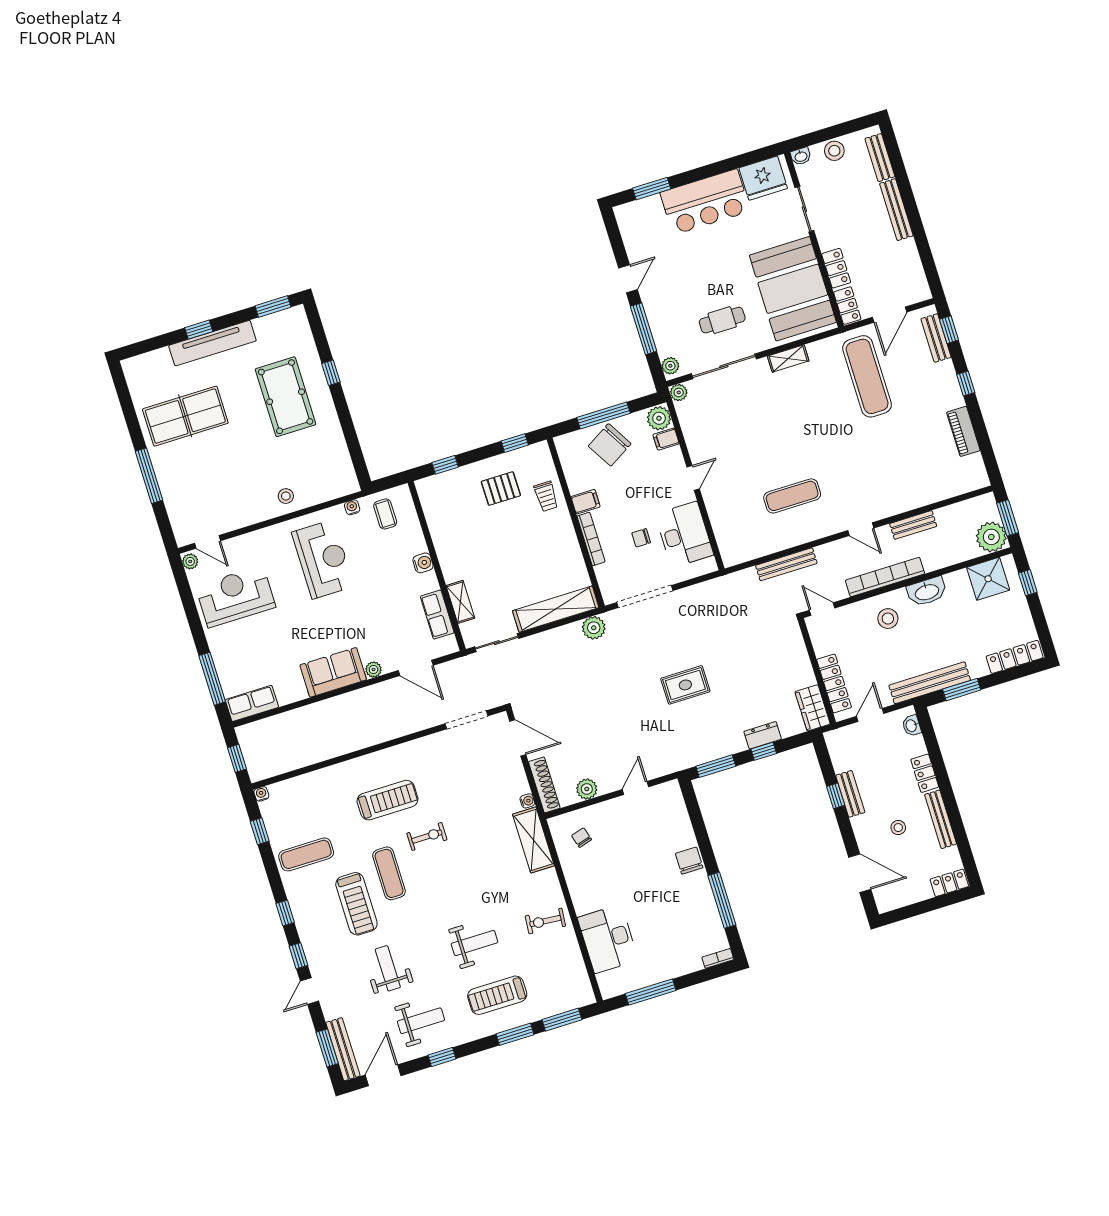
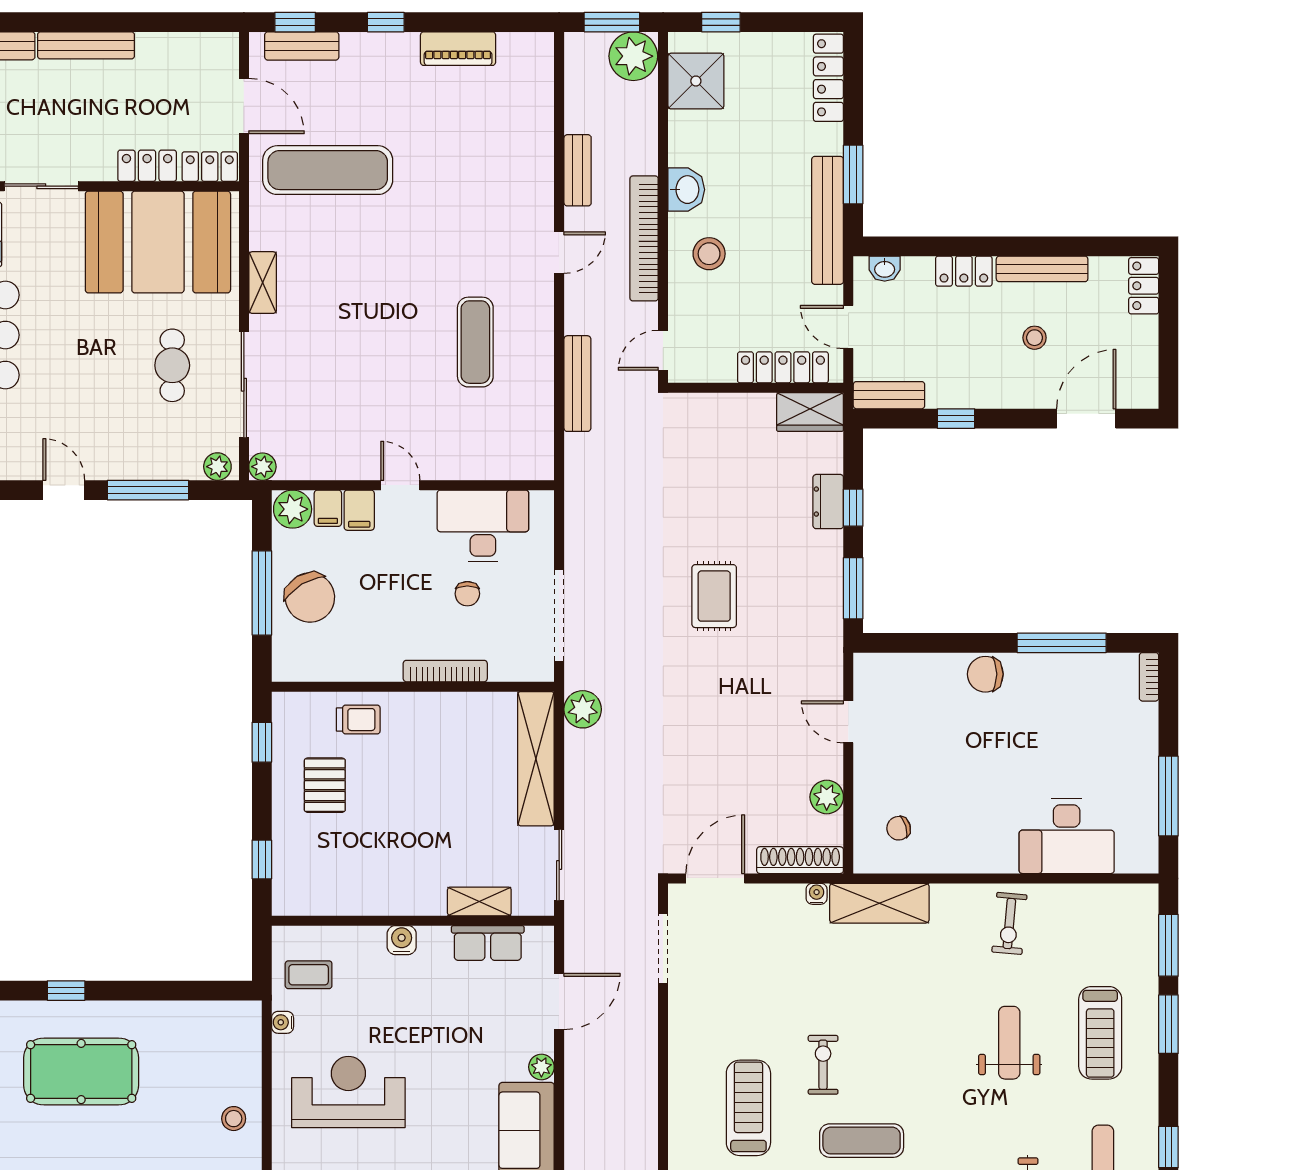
filing cabinet: (586, 502) -> (359, 510), moved, turned 180
washbasin: (927, 592) -> (686, 190), width x0.72
bench: (850, 794) -> (889, 395), moved

